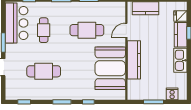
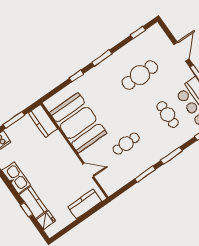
cafe table: (87, 30) -> (126, 144), width x0.73, depth x0.74
door: (126, 30) -> (88, 170), hinge flipped
kitchen counter: (134, 60) -> (43, 121), moved, width x0.67

